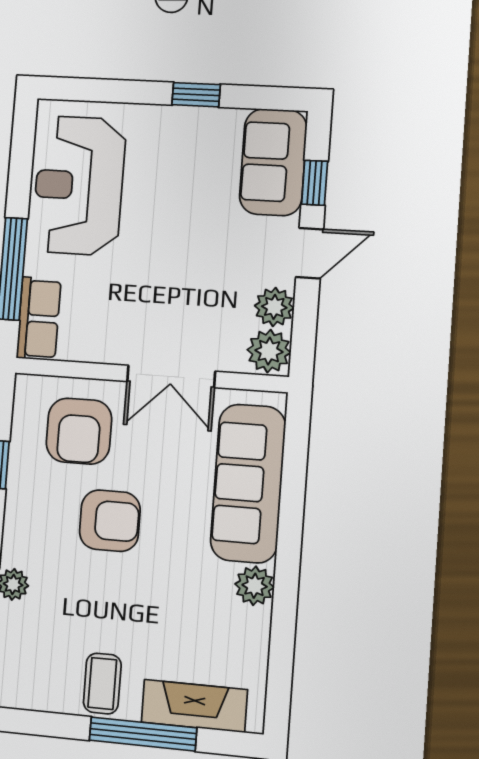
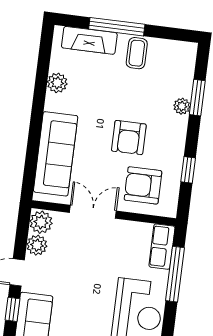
armchair: (79, 431) -> (143, 185), turned -90
armchair: (110, 521) -> (129, 138), turned -90
plant: (255, 586) -> (57, 83), moved

